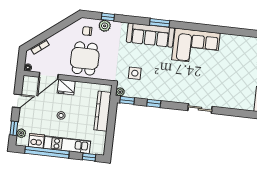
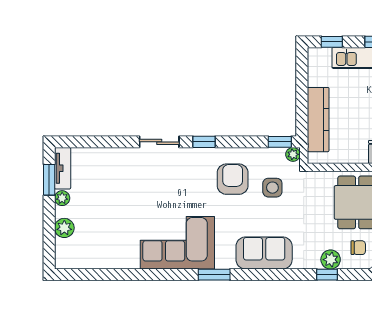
window: (160, 23) -> (214, 275), moved
sofa: (150, 35) -> (264, 253), width x0.73
armchair: (158, 81) -> (233, 179), added
window: (154, 103) -> (204, 142), moved

